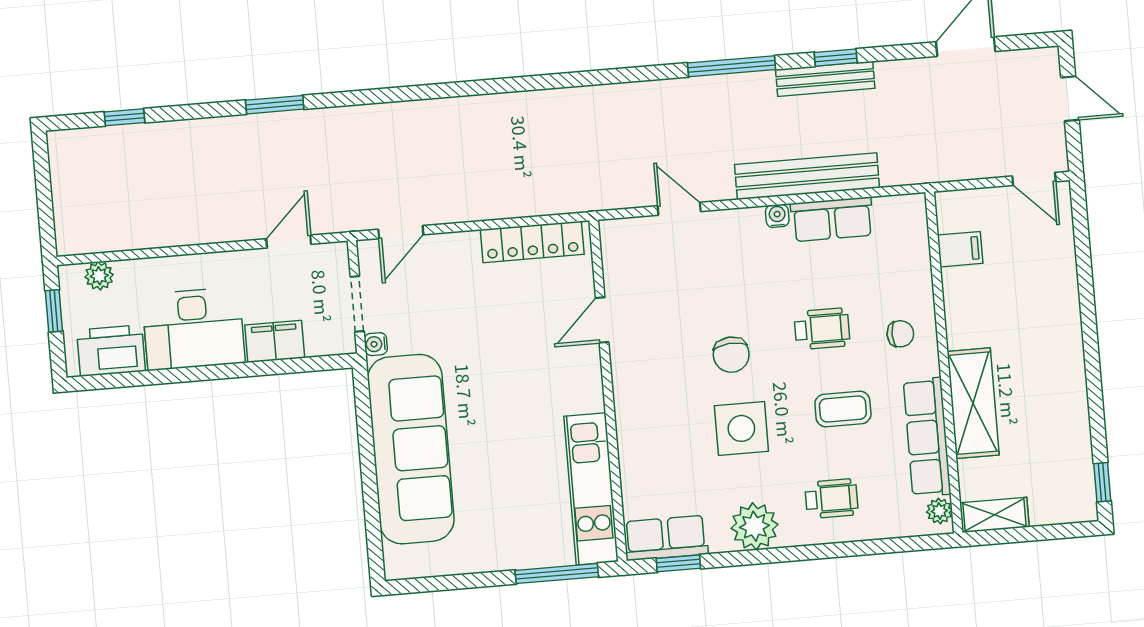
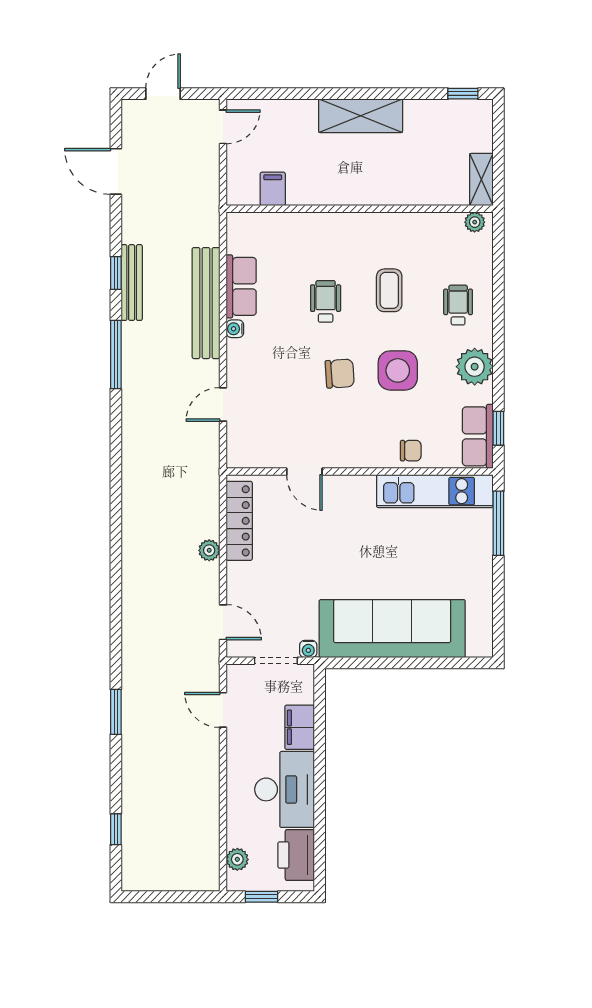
plant: (491, 207) -> (209, 550), added
chair: (900, 334) -> (411, 451), moved, turned 90
shelving: (973, 403) -> (361, 116), moved
row of seats: (927, 437) -> (417, 227), removed

